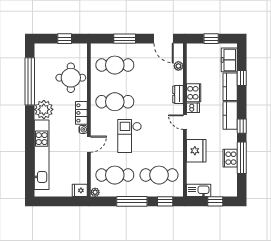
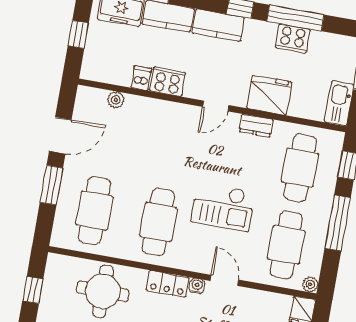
door: (164, 39) -> (60, 136), moved
dresser: (178, 94) -> (256, 126), moved
dishwasher: (193, 108) -> (141, 78), moved

